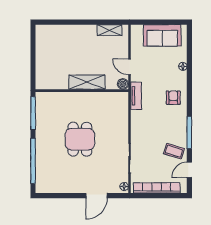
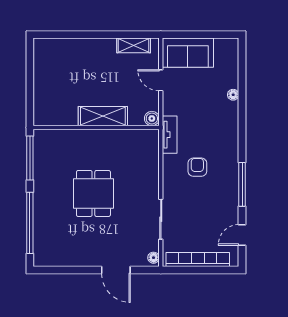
sofa: (162, 35) -> (188, 53), moved
door: (130, 67) -> (161, 80), moved
armchair: (173, 98) -> (197, 167), moved
coffee table: (174, 151) -> (221, 210), removed
door: (96, 196) -> (116, 270), hinge flipped

